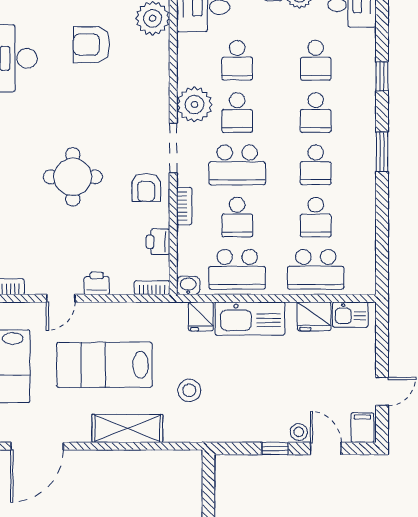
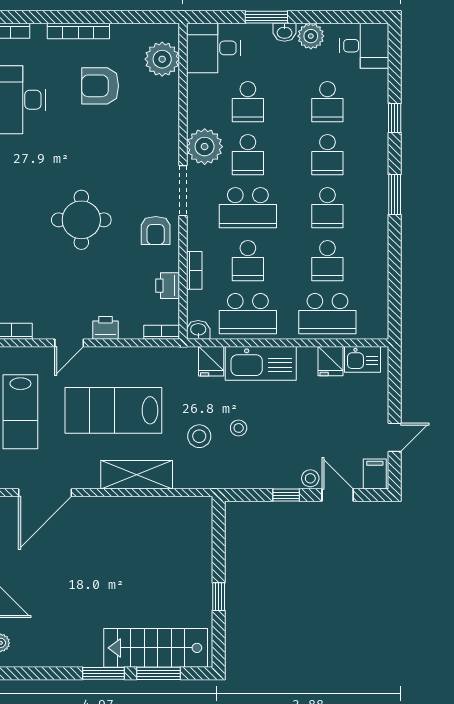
bookcase: (184, 206) -> (194, 270), moved
fridge: (314, 316) -> (330, 361), width x0.72
stool: (228, 382) -> (239, 428), added

